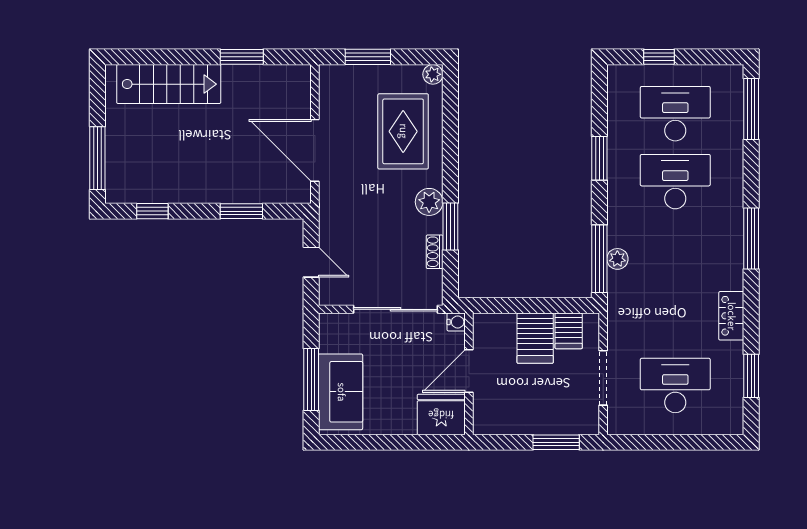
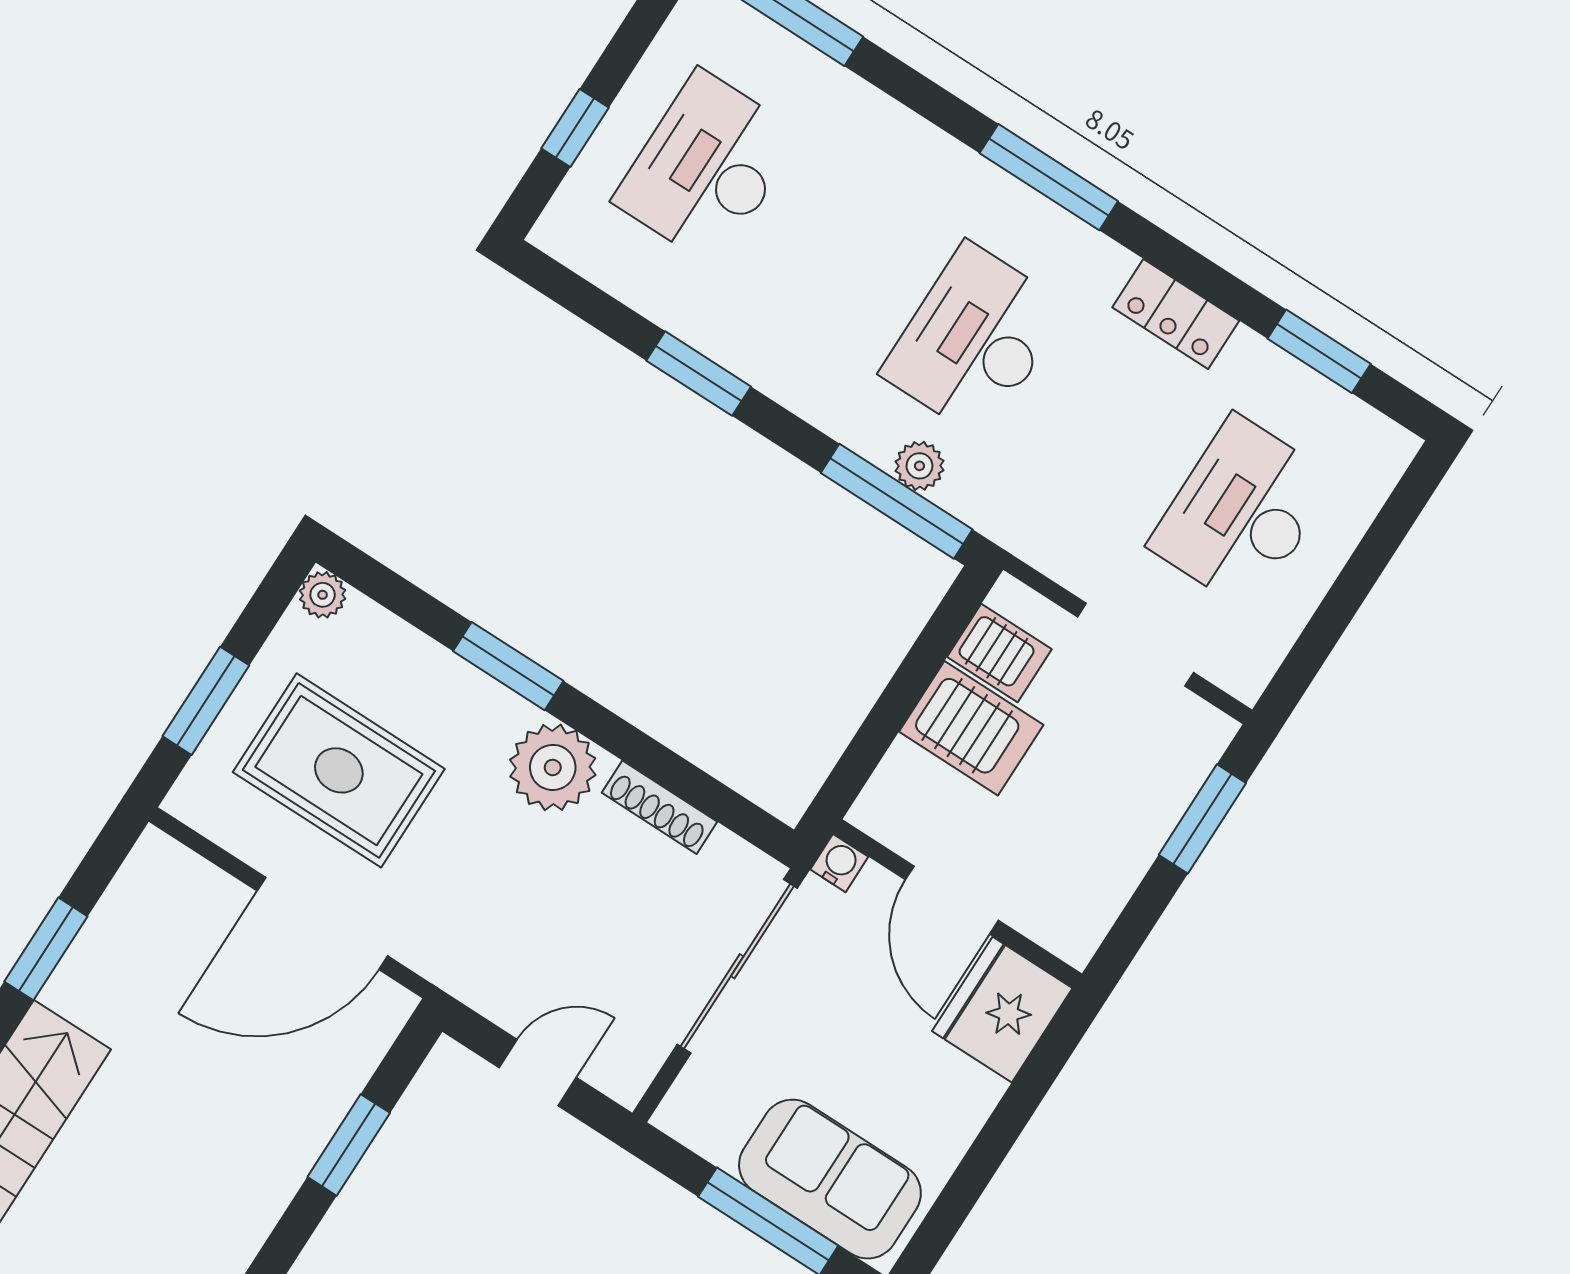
rug: (403, 131) -> (339, 770), moved
desk: (675, 182) -> (975, 340), moved
plant: (429, 202) -> (553, 767), width x1.36, depth x1.36
window: (450, 226) -> (508, 666), moved
shoe rack: (435, 252) -> (660, 807), width x1.43

